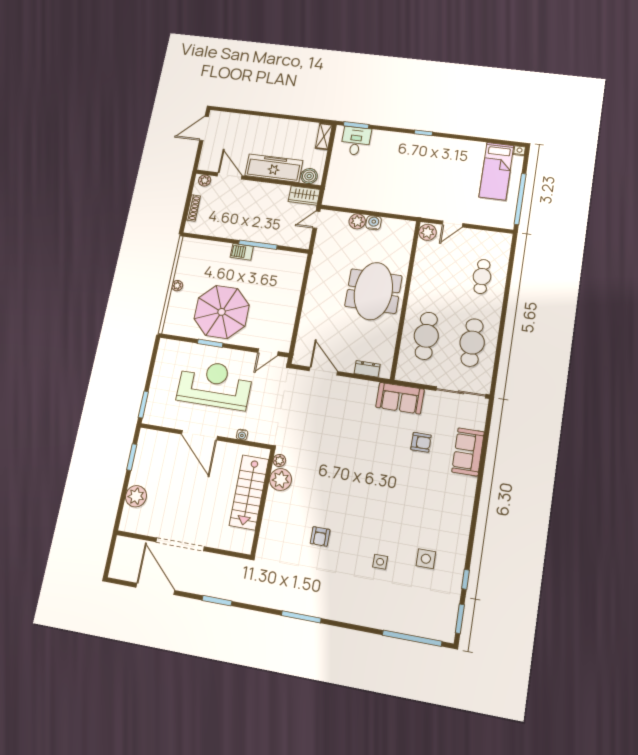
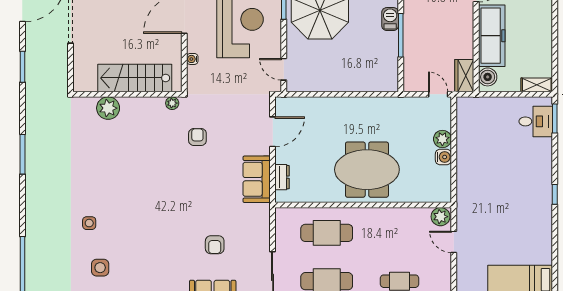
sofa: (400, 398) -> (257, 179), moved
plant: (281, 480) -> (108, 108), moved
armchair: (320, 536) -> (197, 137), moved, turned 90

